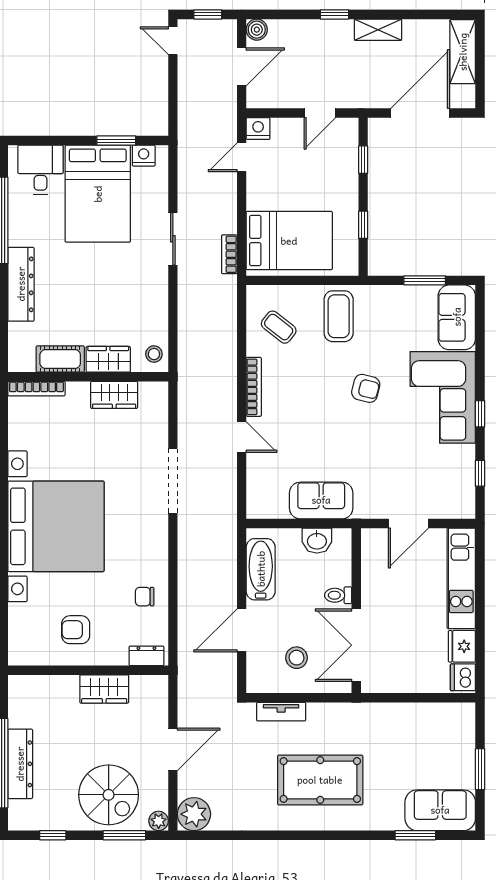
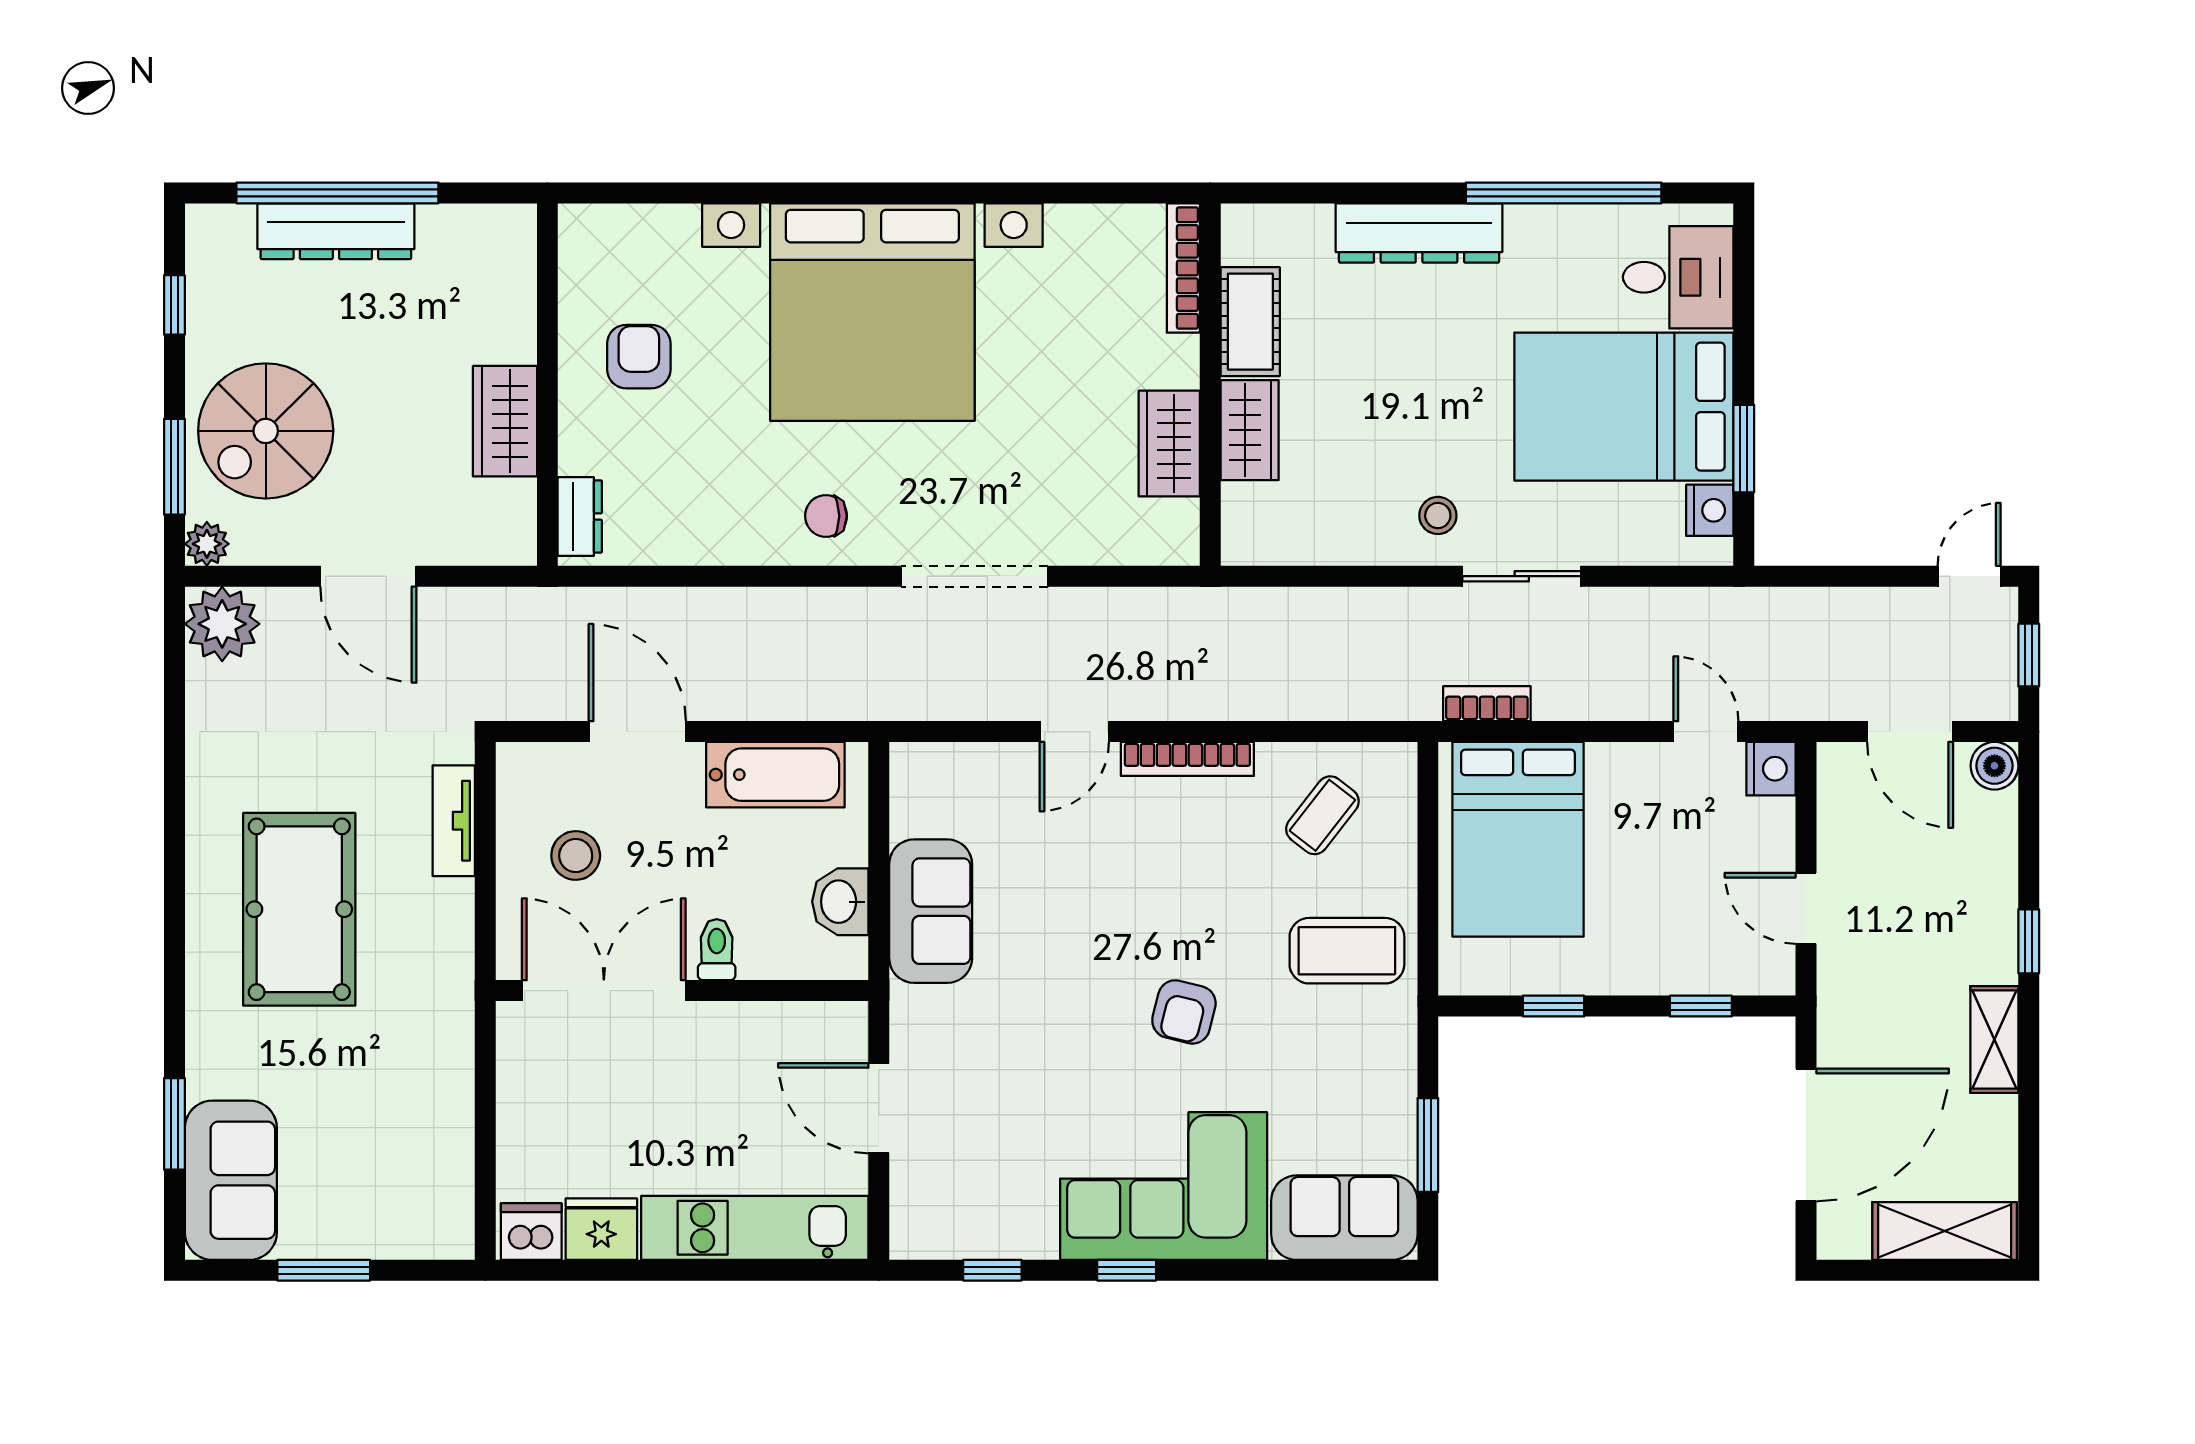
door: (420, 113) -> (1806, 1135), hinge flipped
stool: (154, 354) -> (1438, 515), moved
chair: (145, 597) -> (826, 516), moved, turned -90

